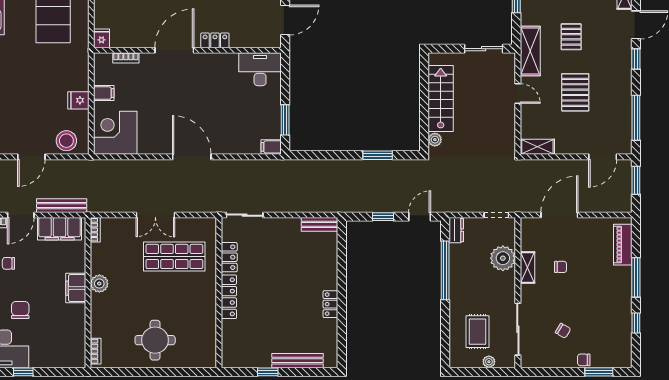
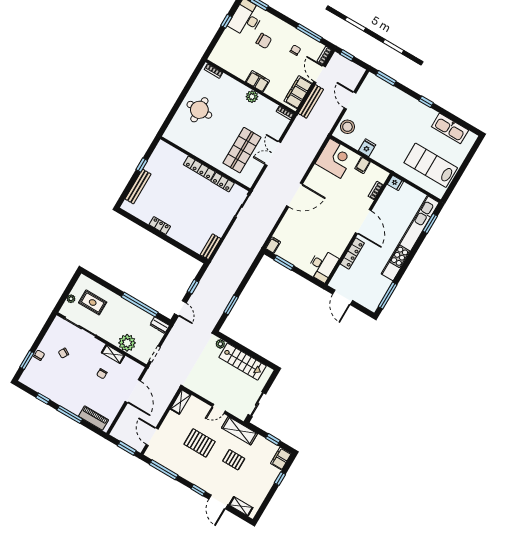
locker: (215, 40) -> (352, 253), width x1.53

